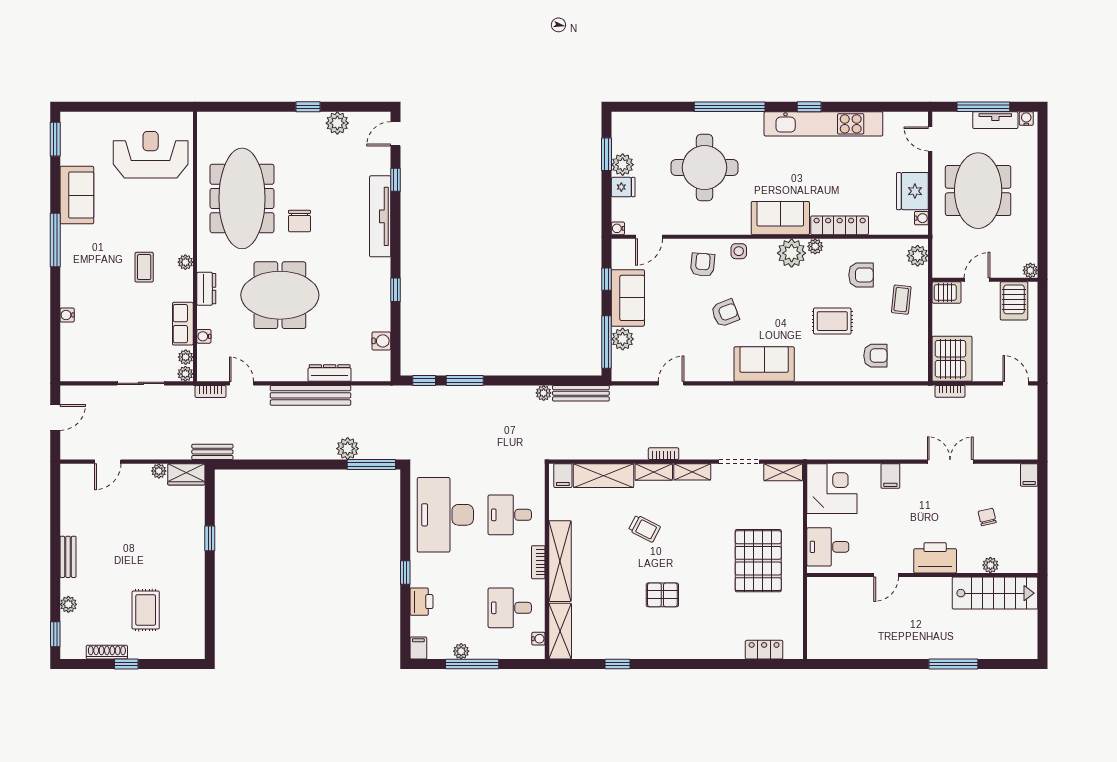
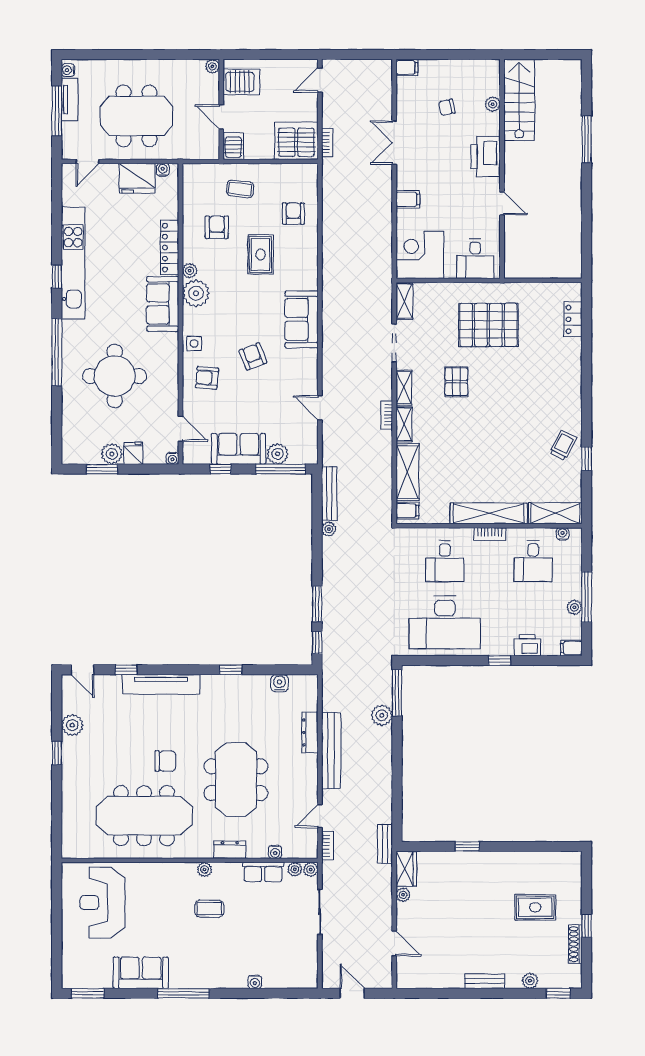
plant: (918, 256) -> (198, 173), removed
trolley: (644, 528) -> (563, 445), moved
pallet: (662, 595) -> (456, 382), moved

